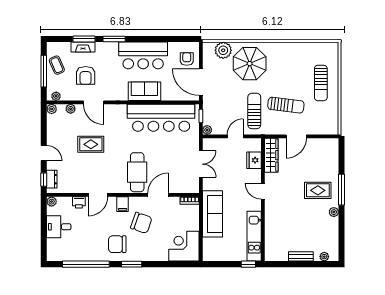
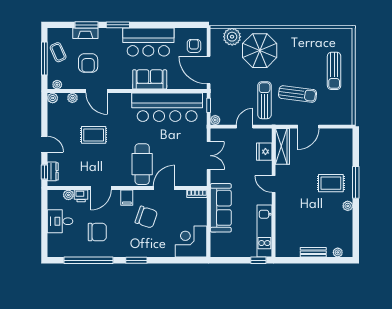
plant: (52, 202) -> (68, 195), moved
chair: (117, 244) -> (97, 232), moved, turned 180

